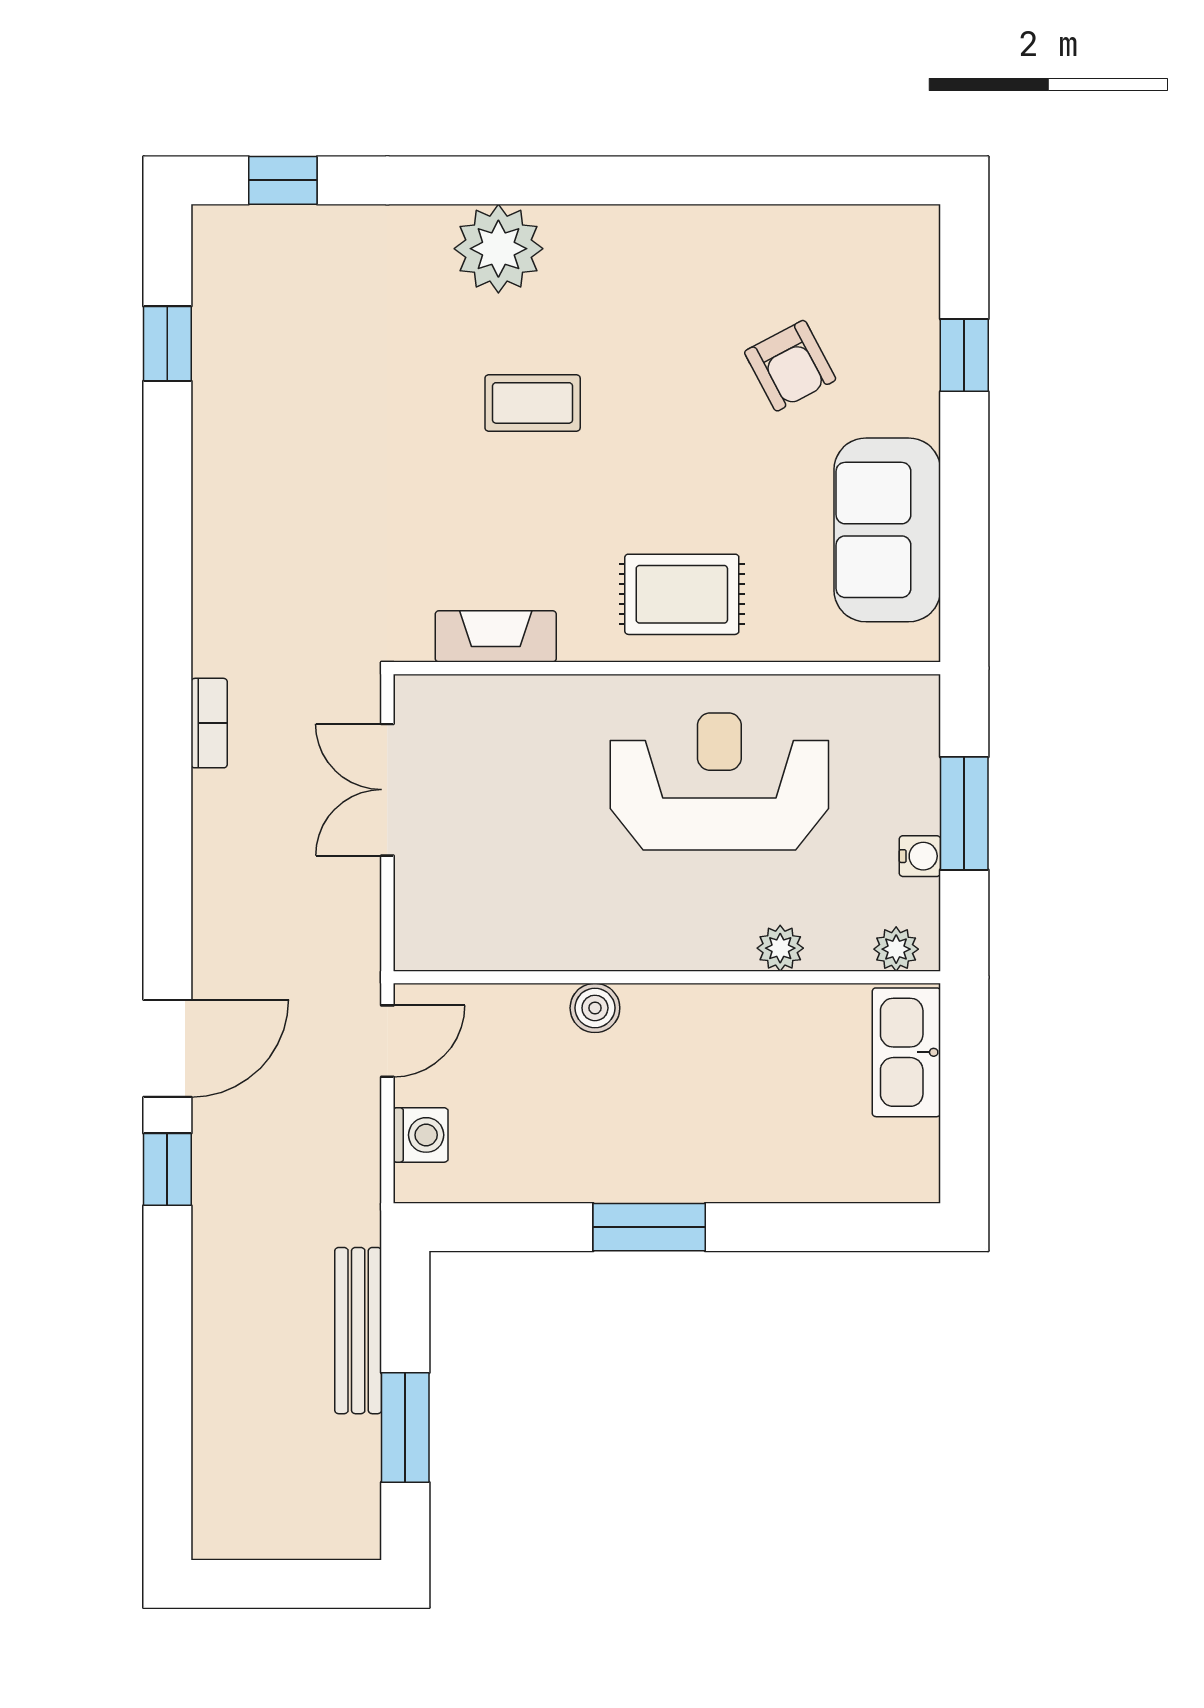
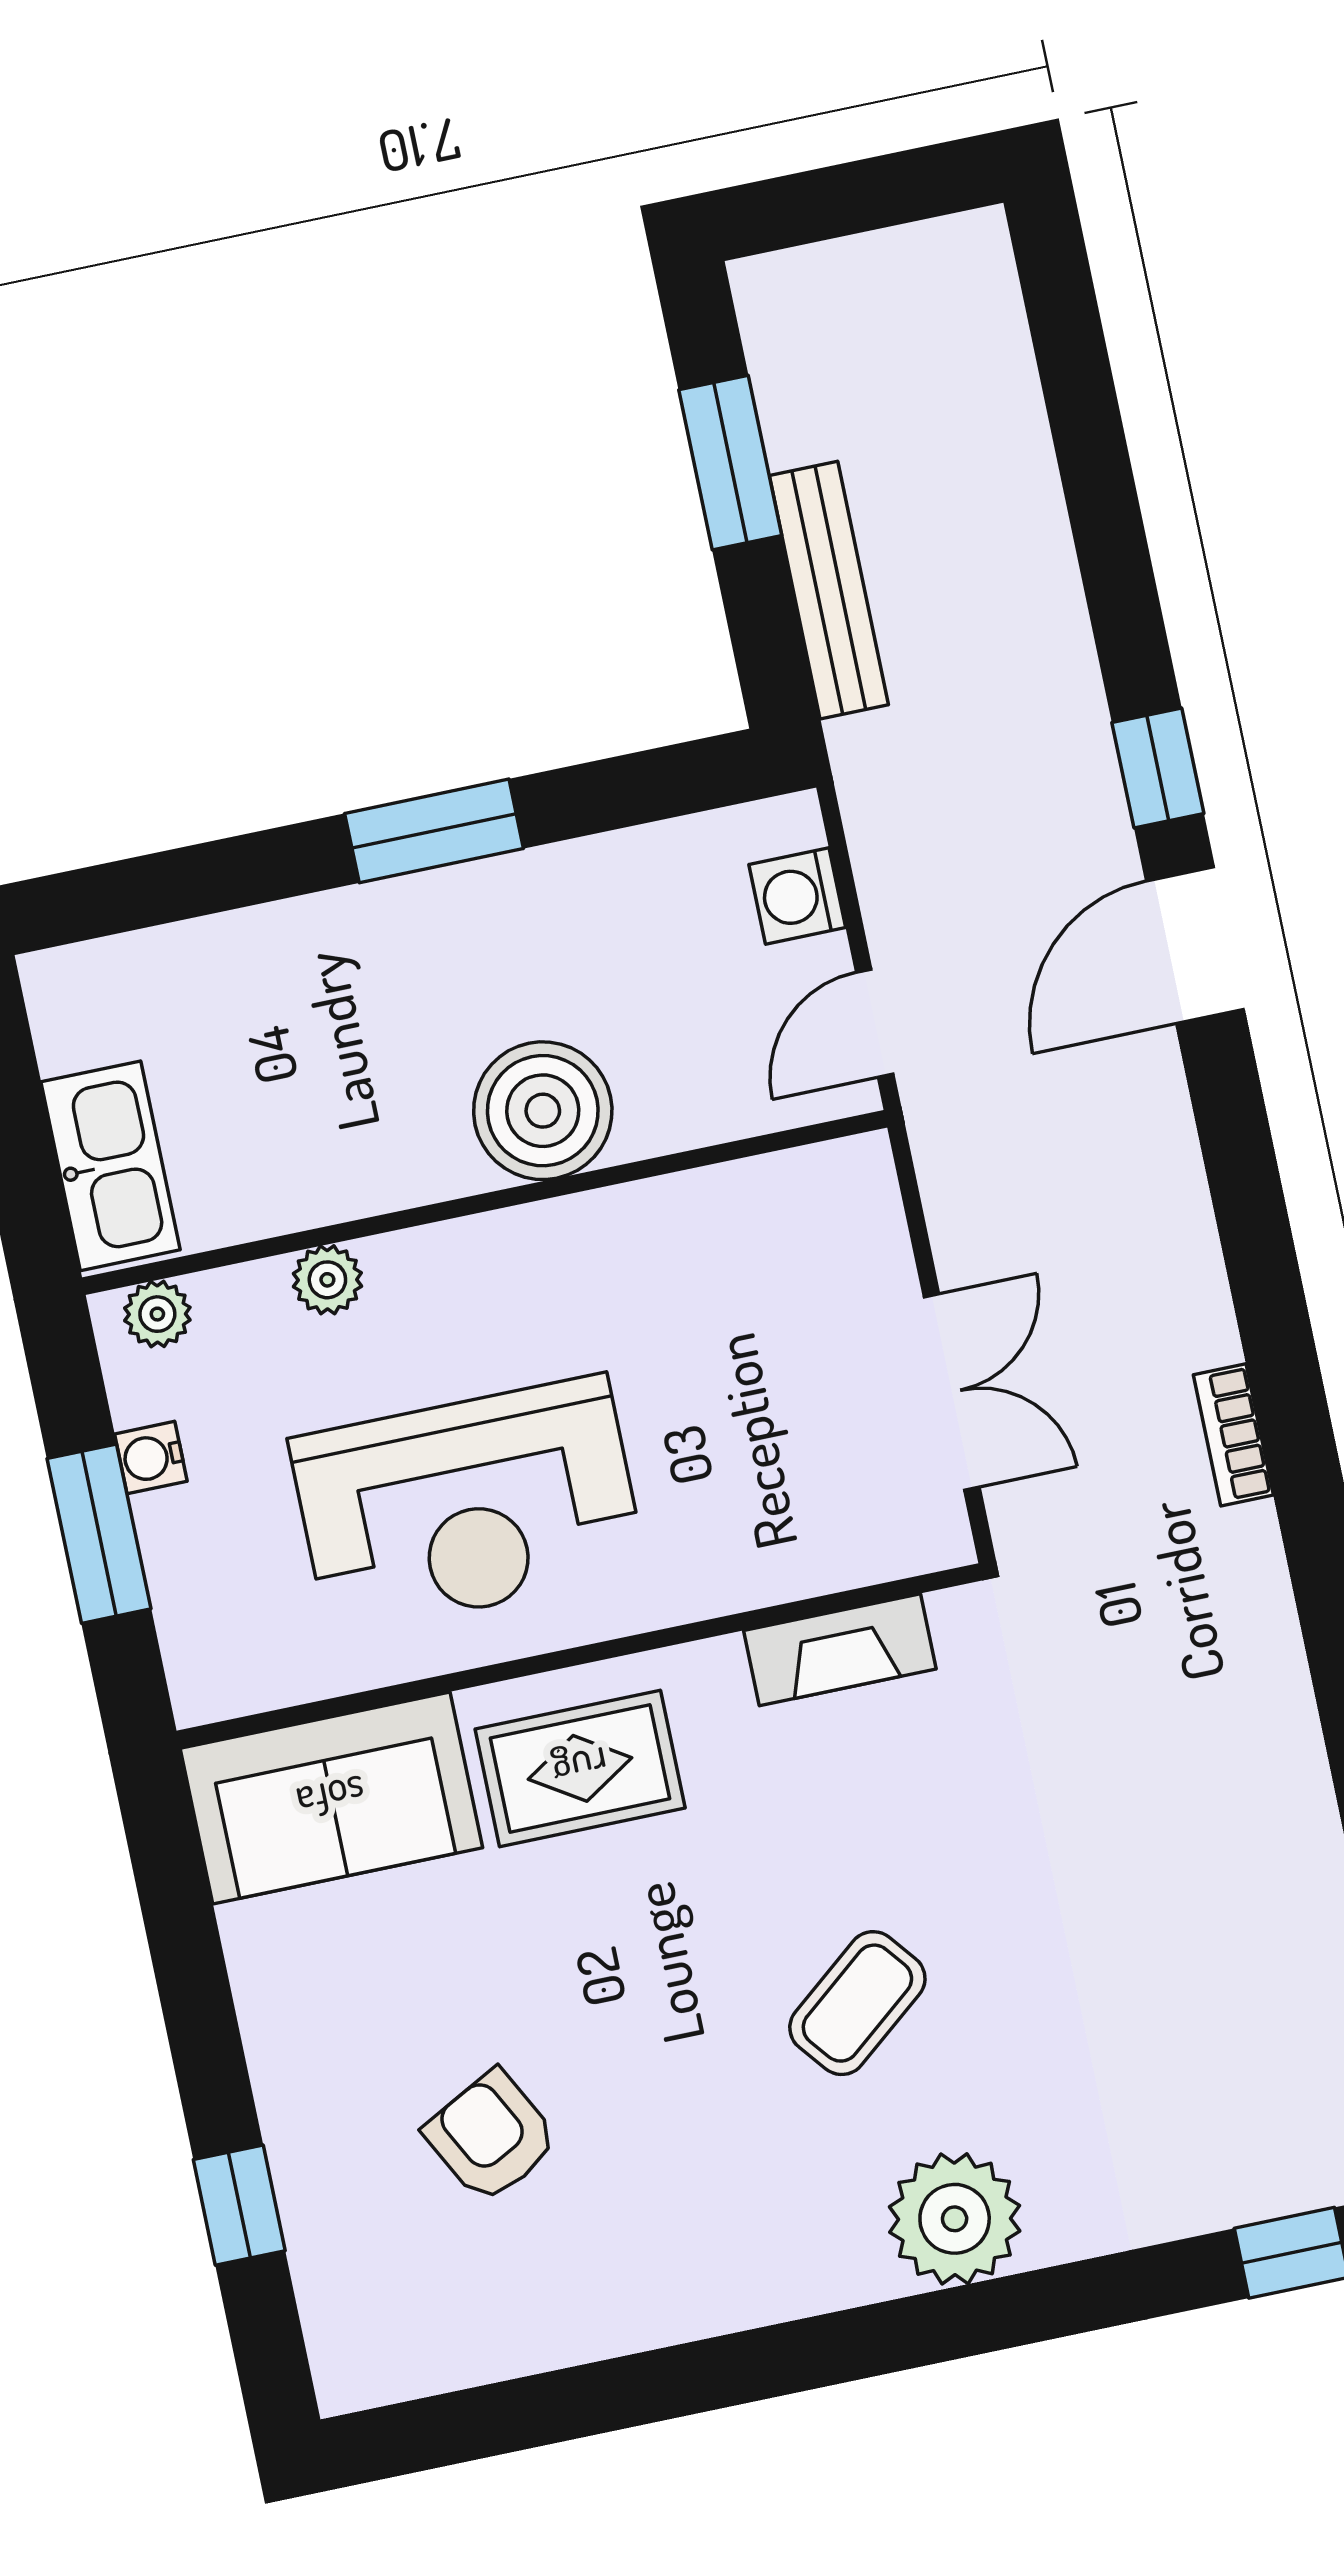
coffee table: (533, 403) -> (857, 2003), turned -39
sofa: (887, 530) -> (331, 1798), moved, turned 90
boiler: (595, 1008) -> (543, 1111), width x1.86, depth x1.86

